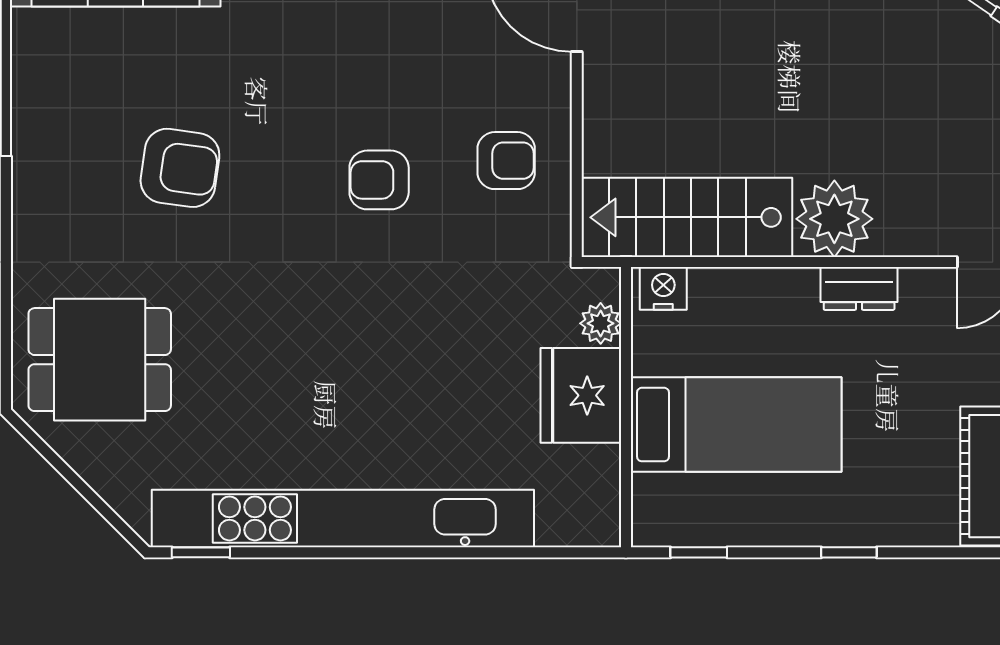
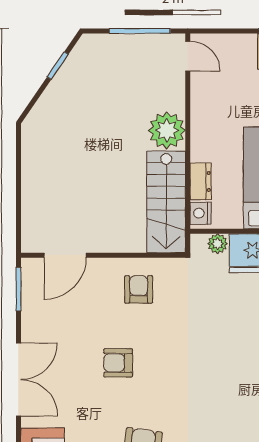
armchair: (379, 180) -> (118, 363), moved, turned 90
dresser: (859, 288) -> (201, 181), moved

